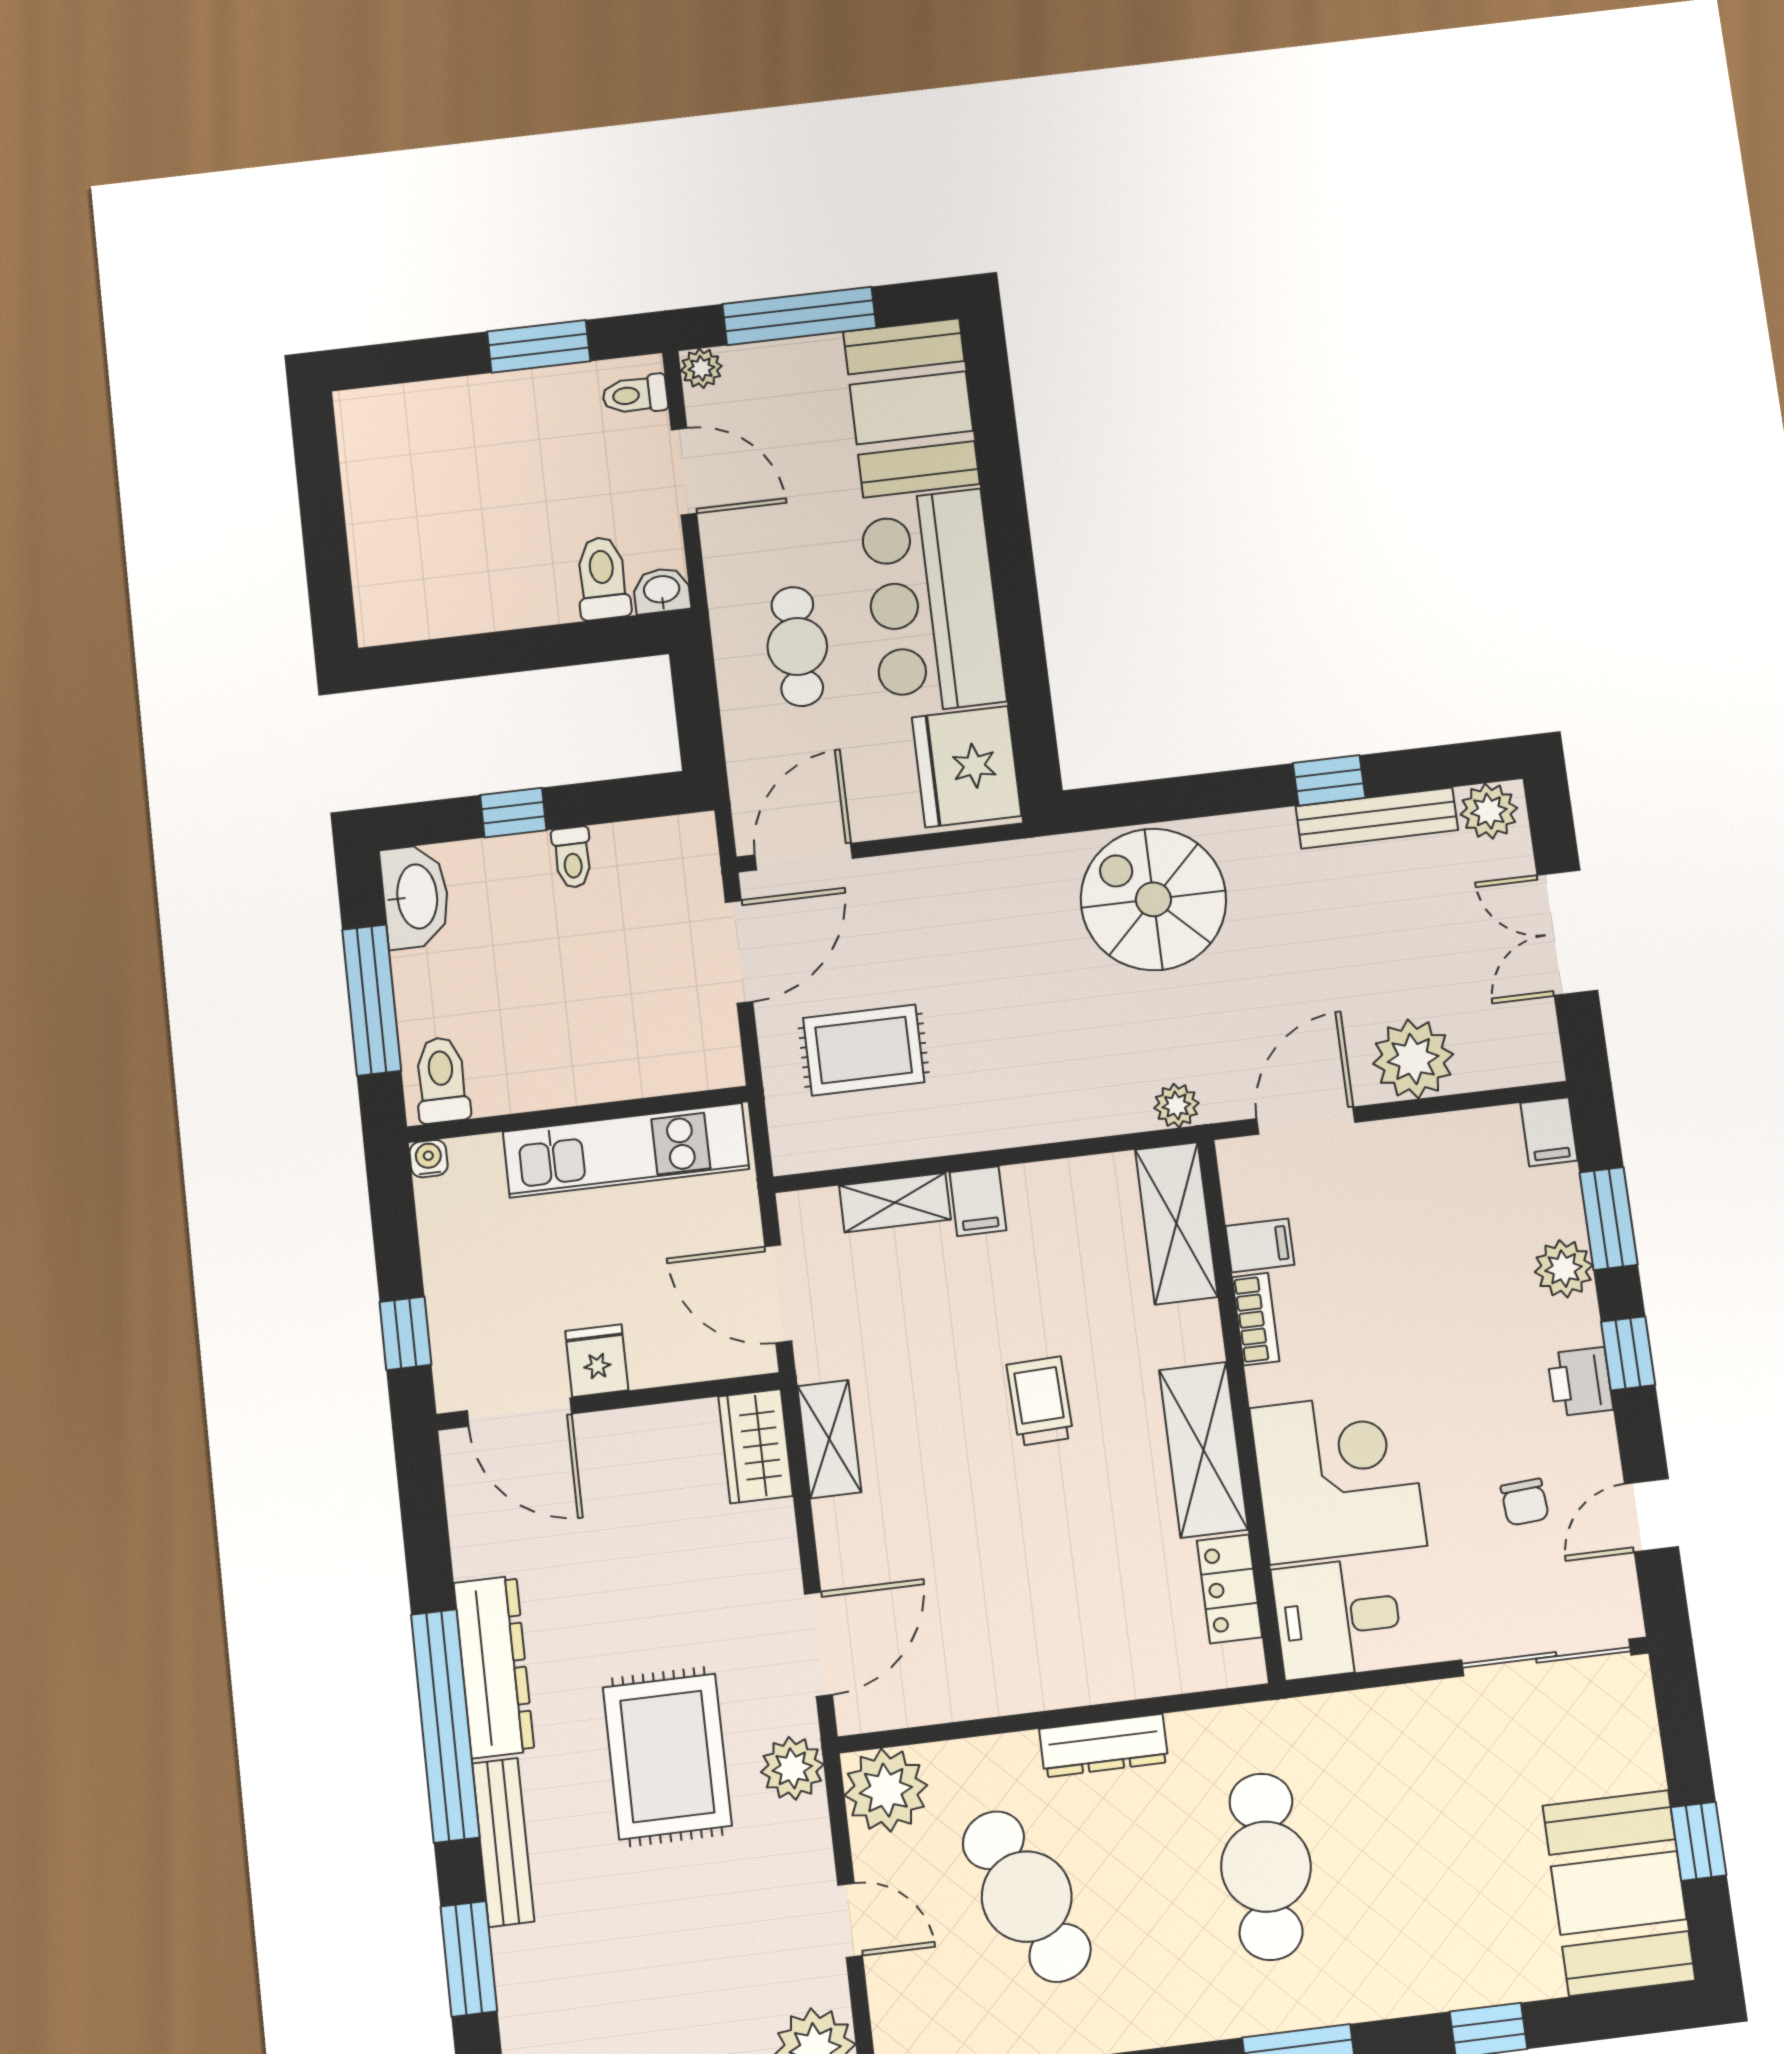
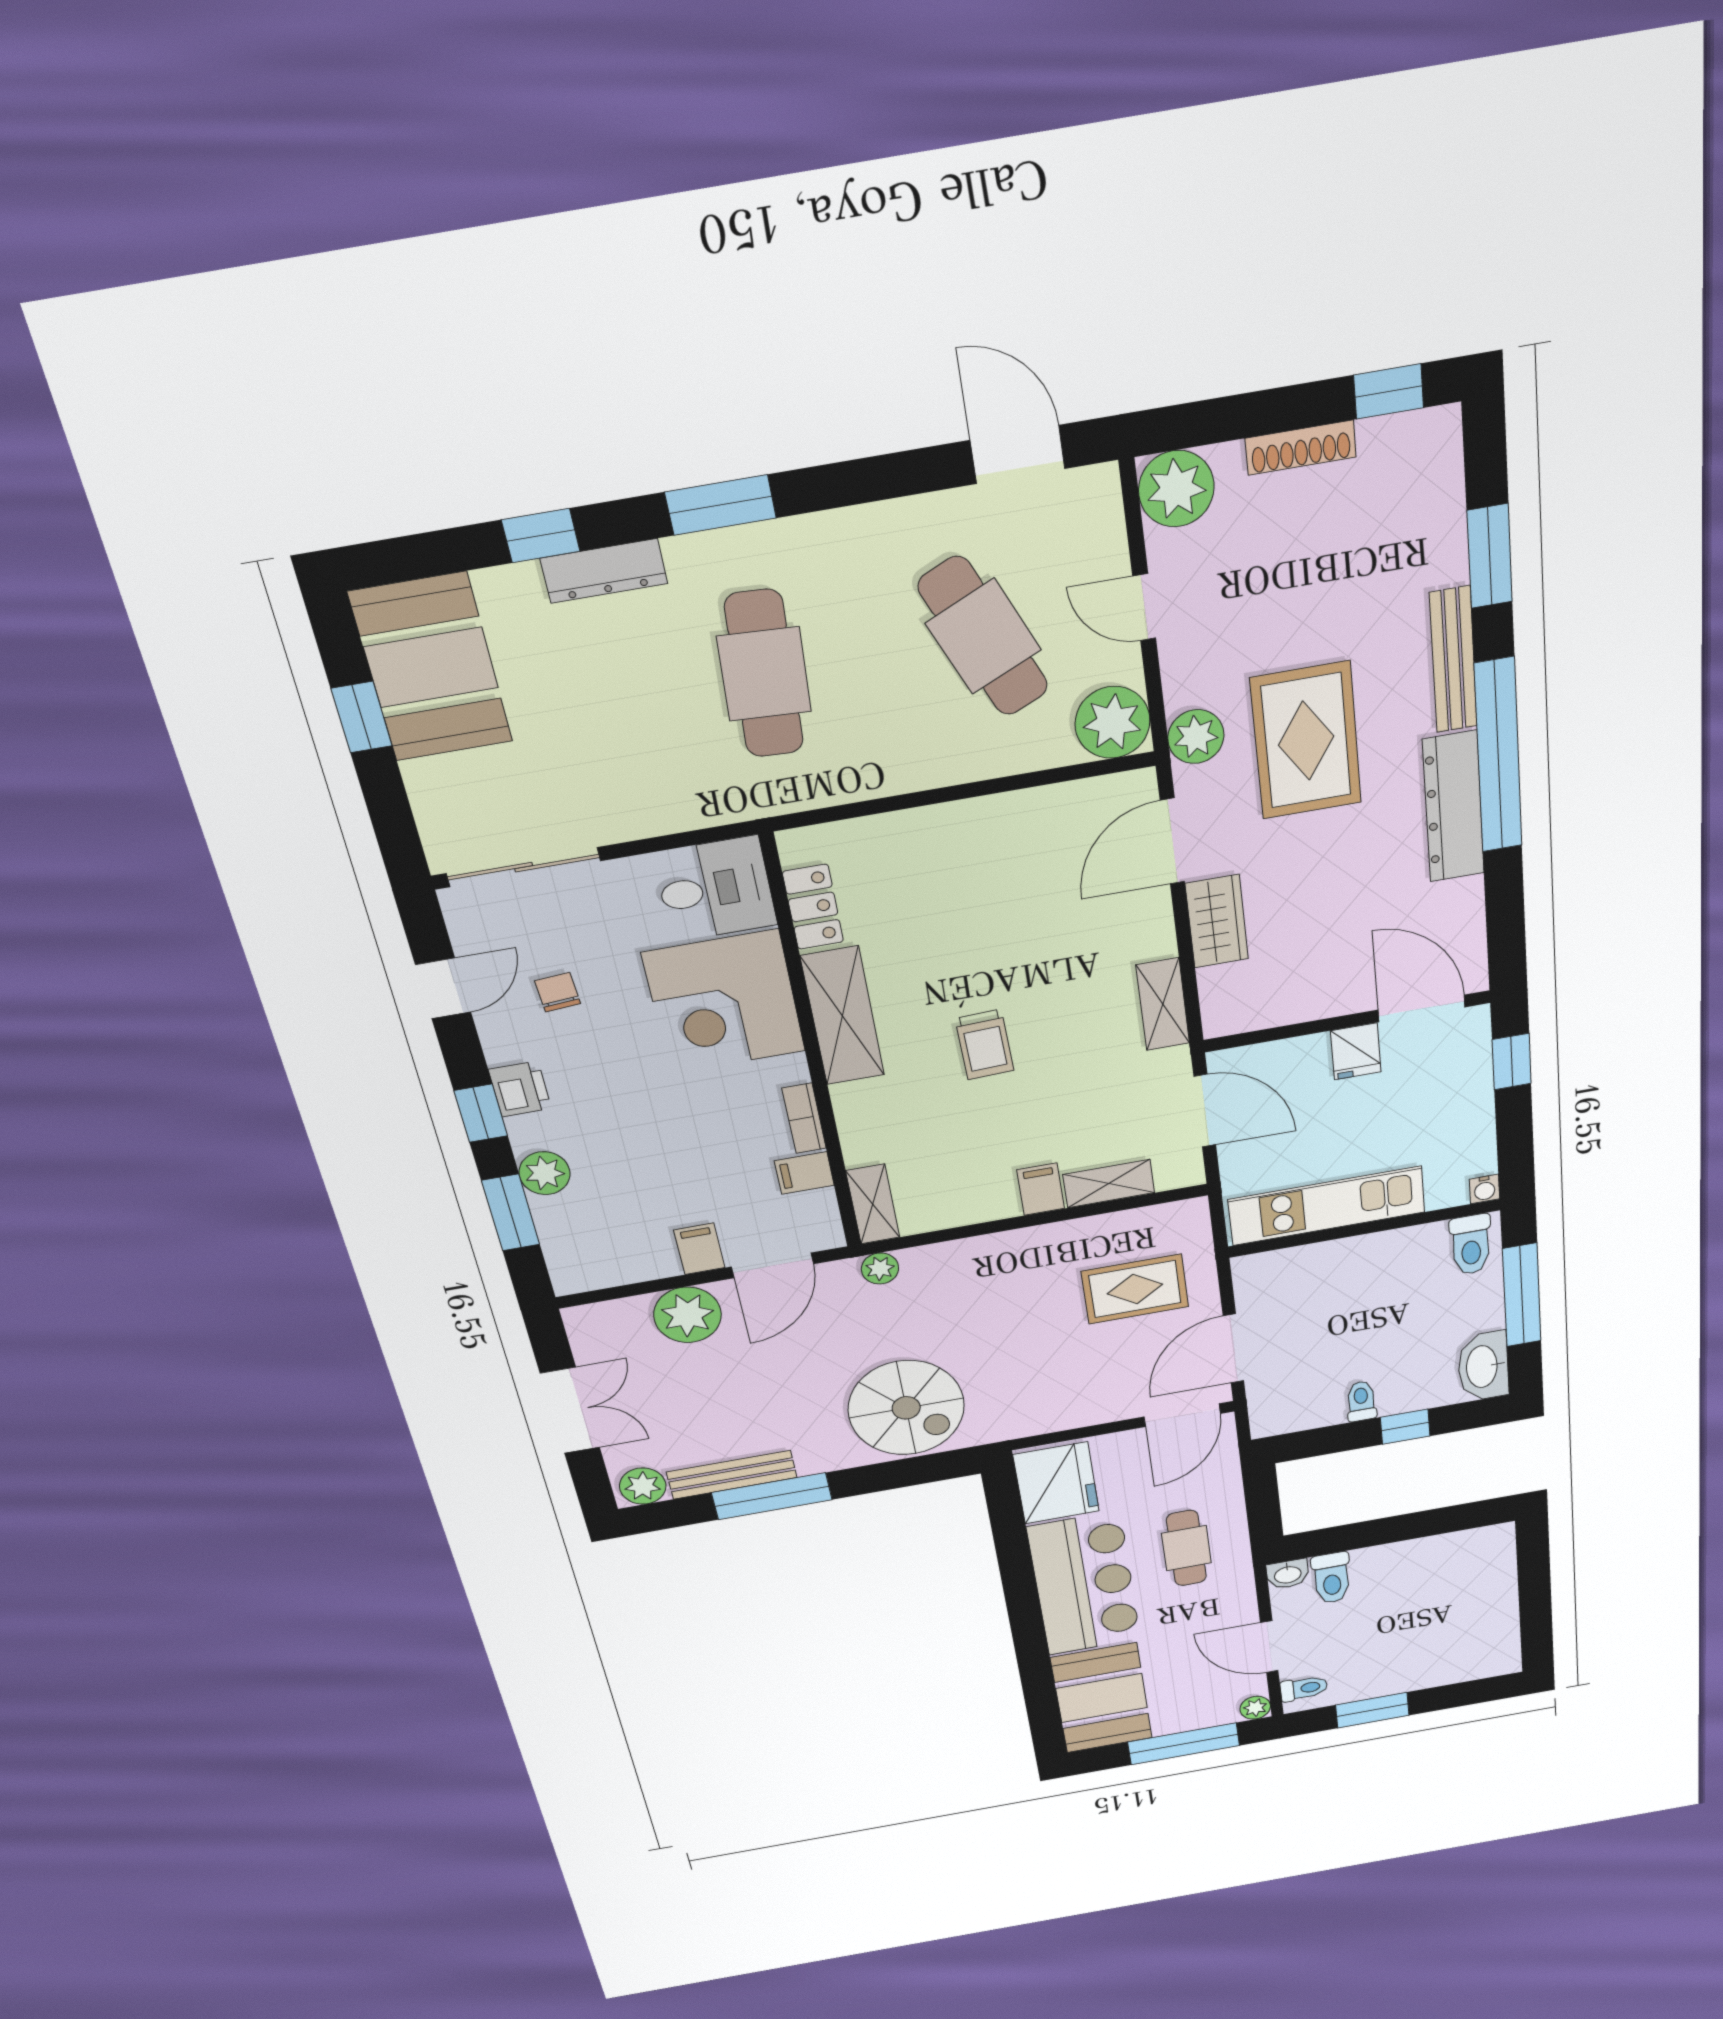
window: (1329, 780) -> (772, 1496), width x2.17
filing cabinet: (1549, 1132) -> (699, 1249), moved
shelving: (1176, 1223) -> (873, 1204), width x0.67, depth x0.75
wardrobe: (756, 1446) -> (1217, 921), moved
dresser: (1104, 1746) -> (604, 571), moved, turned 180

